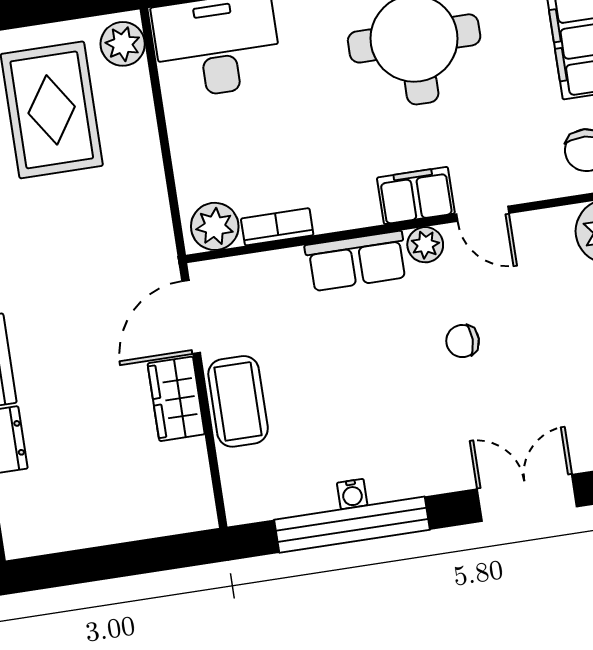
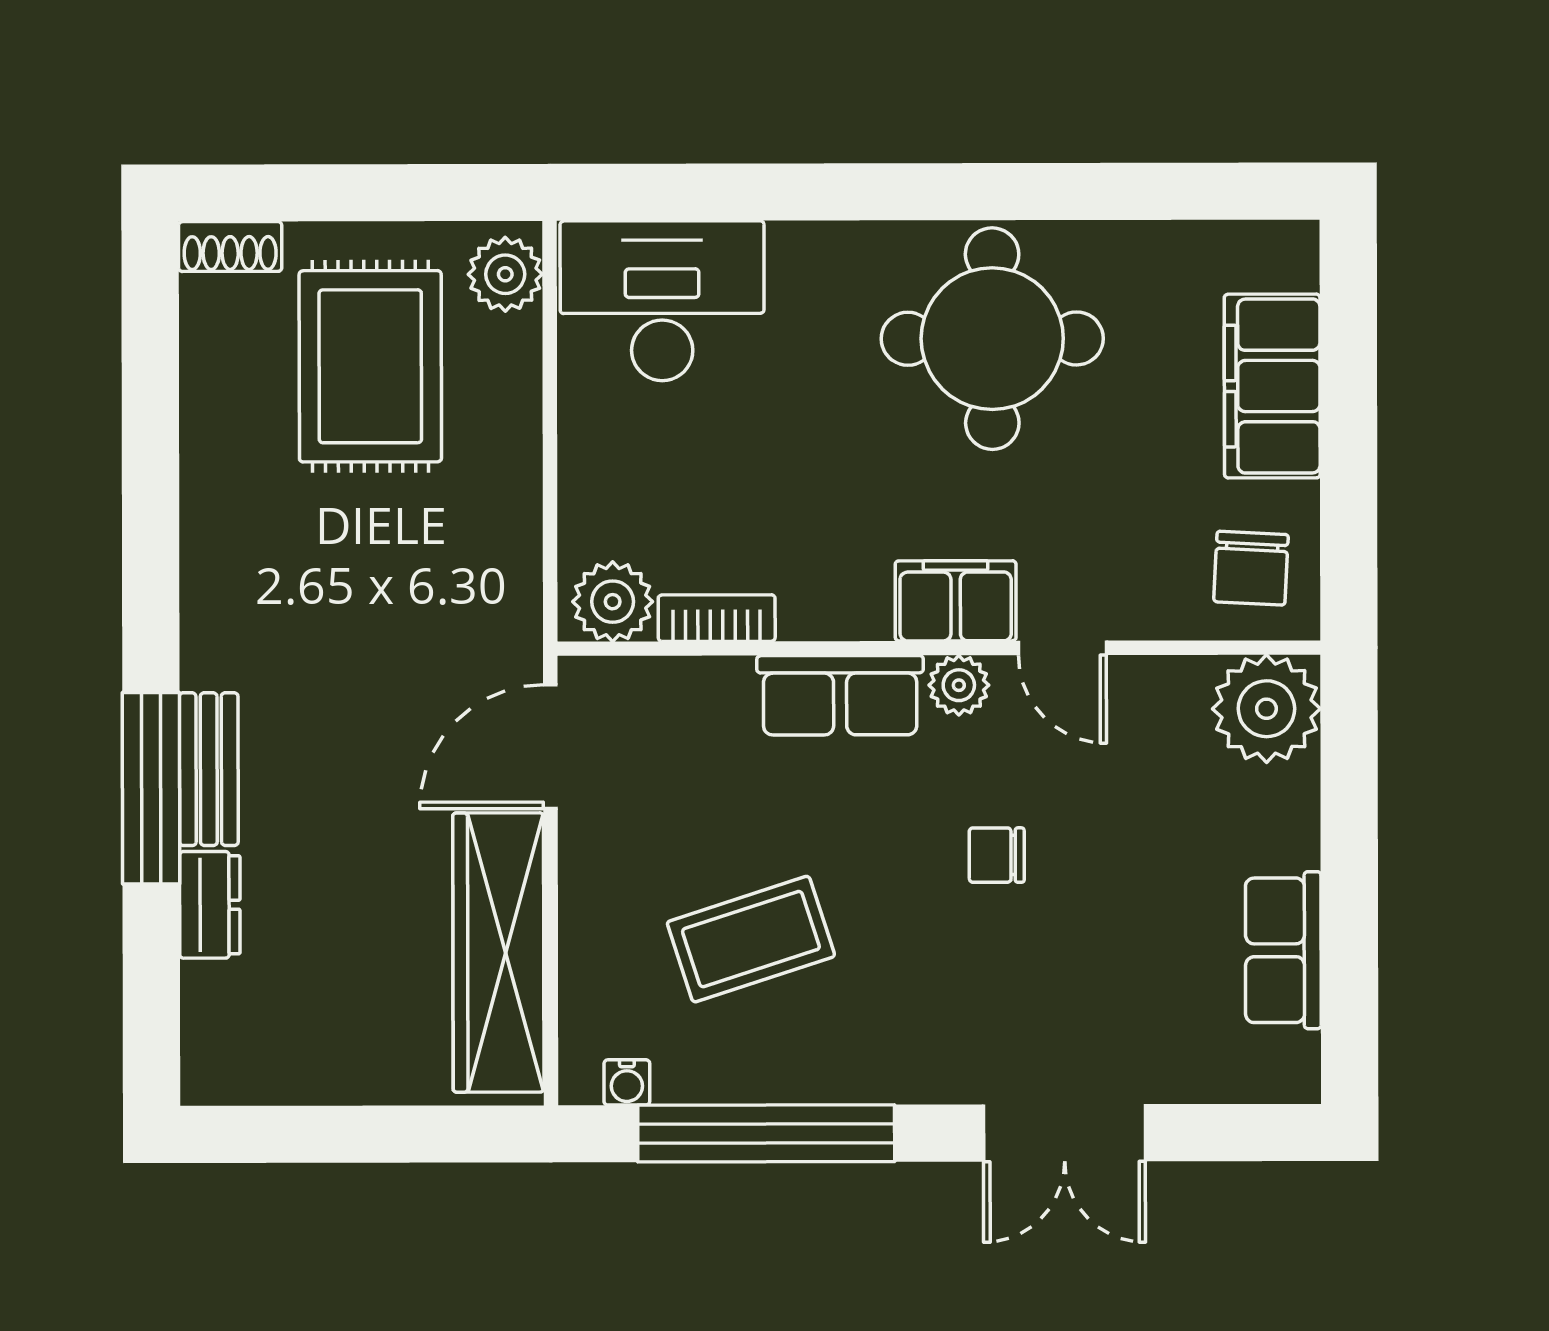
wardrobe: (176, 399) -> (498, 953), width x2.10, depth x1.17
coffee table: (238, 401) -> (751, 939), moved, turned 72
water cooler: (352, 494) -> (627, 1082), moved
double door: (527, 498) -> (1064, 1133), swing flipped

